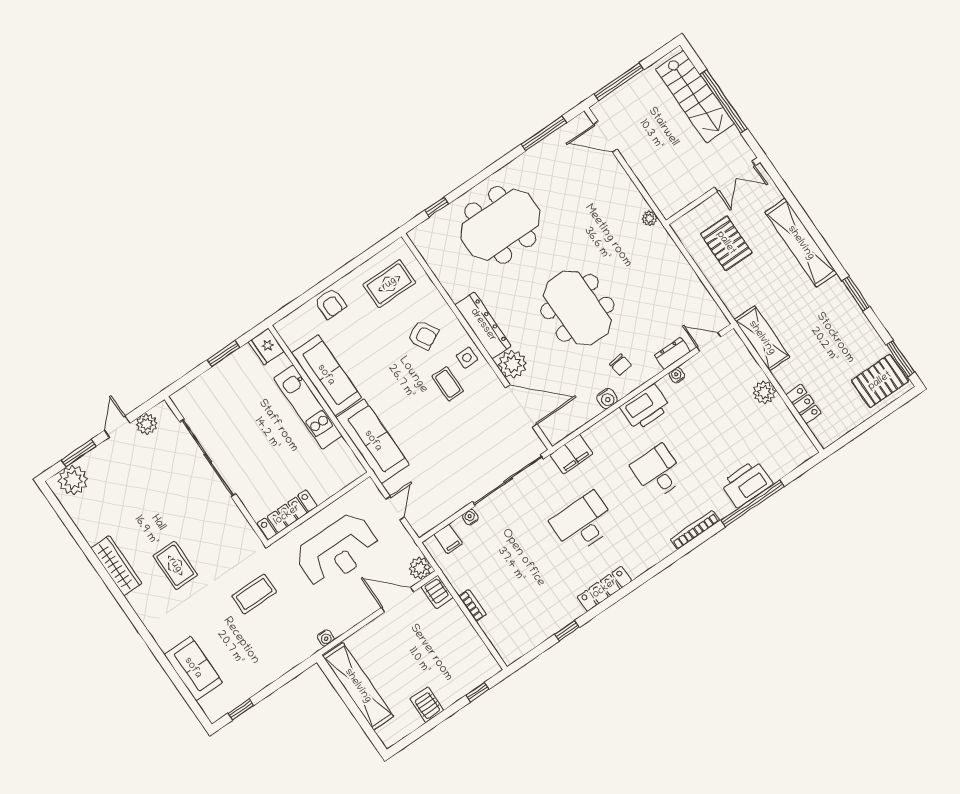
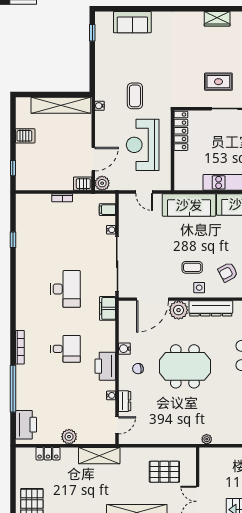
printer: (747, 483) -> (26, 425), moved
rug: (175, 565) -> (218, 82), moved
wardrobe: (116, 566) -> (217, 19), width x0.67
locker: (604, 589) -> (22, 276), removed
coffee table: (254, 594) -> (135, 96), moved

